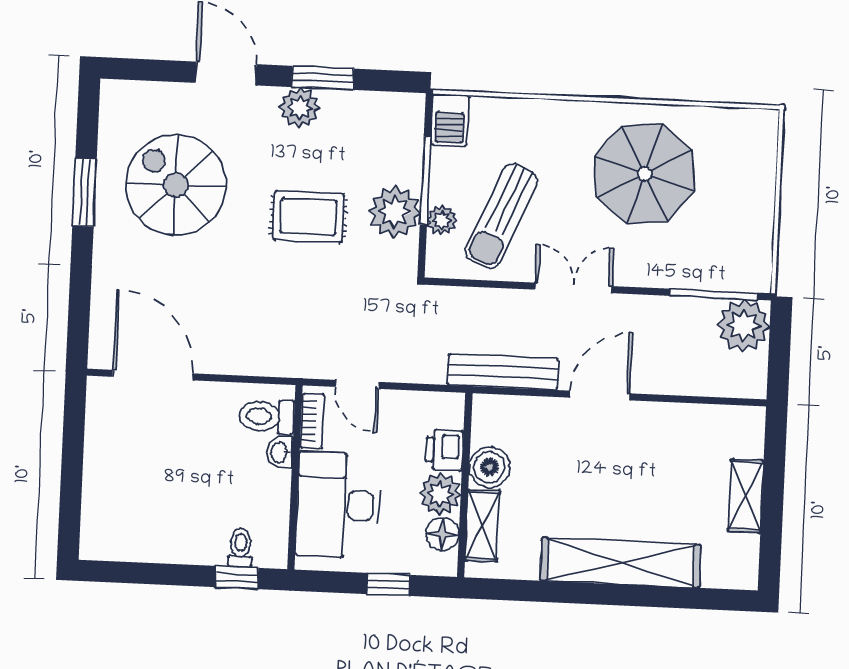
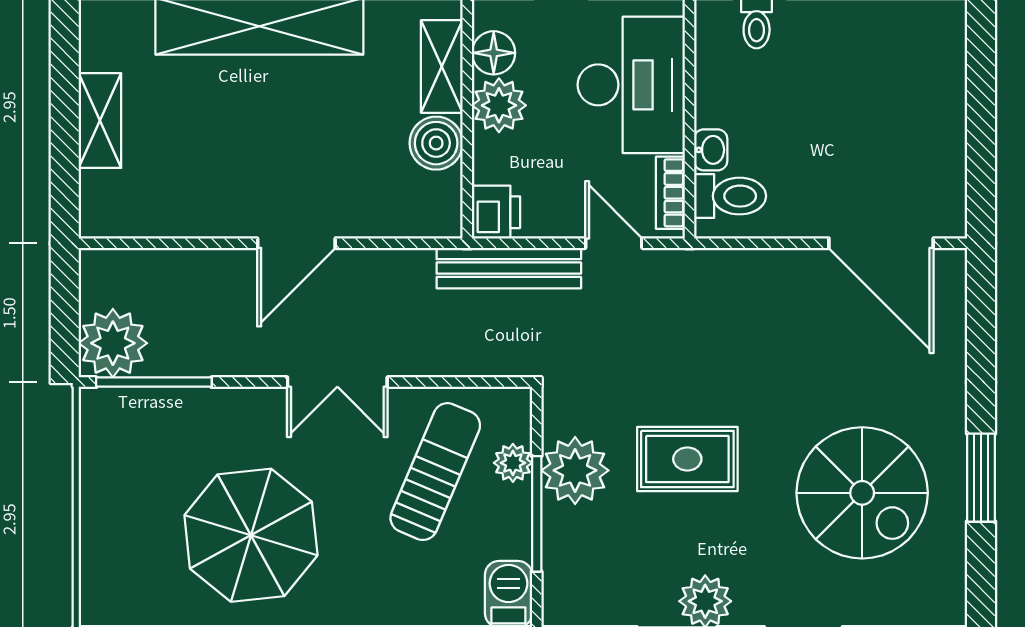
bench: (503, 372) -> (509, 268), moved
printer: (444, 450) -> (496, 212), moved

